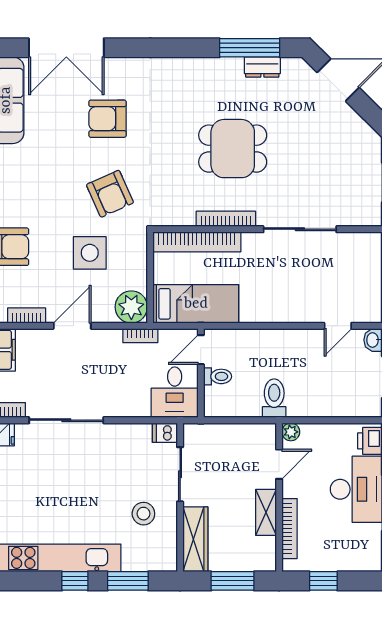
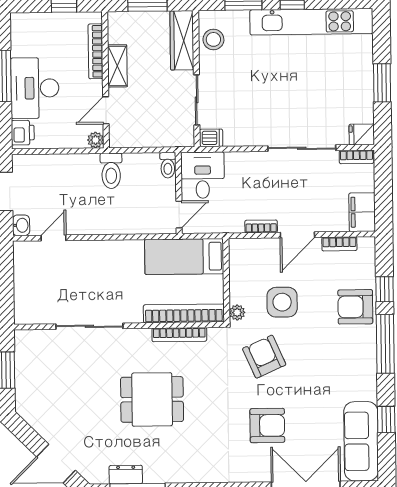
bookcase: (226, 219) -> (179, 335), moved
plant: (131, 307) -> (237, 313), moved, width x0.53, depth x0.53
bookcase: (140, 336) -> (261, 226), moved
toilet: (218, 376) -> (168, 165), moved, turned -90
stool: (143, 514) -> (213, 39), moved

